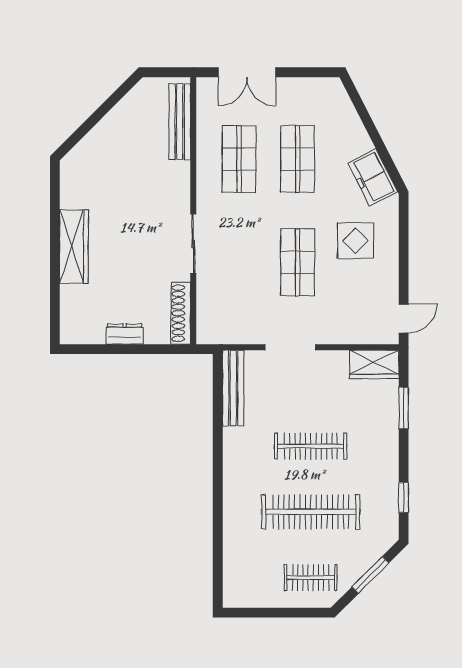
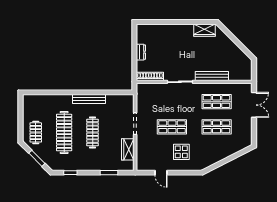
double door: (247, 72) -> (254, 105), swing flipped
bench: (180, 122) -> (212, 76), moved
freezer: (373, 177) -> (209, 159), removed
wardrobe: (74, 247) -> (204, 30), moved, width x0.67
door: (404, 318) -> (161, 173), moved
wardrobe: (374, 364) -> (128, 149), moved
bench: (233, 388) -> (89, 99), moved

